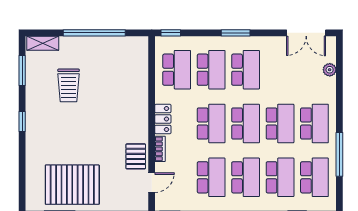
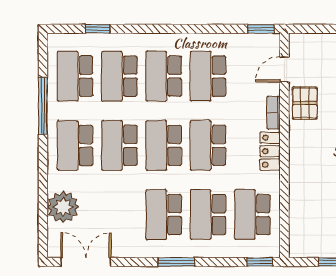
plant: (330, 70) -> (63, 207), width x1.88, depth x1.88

